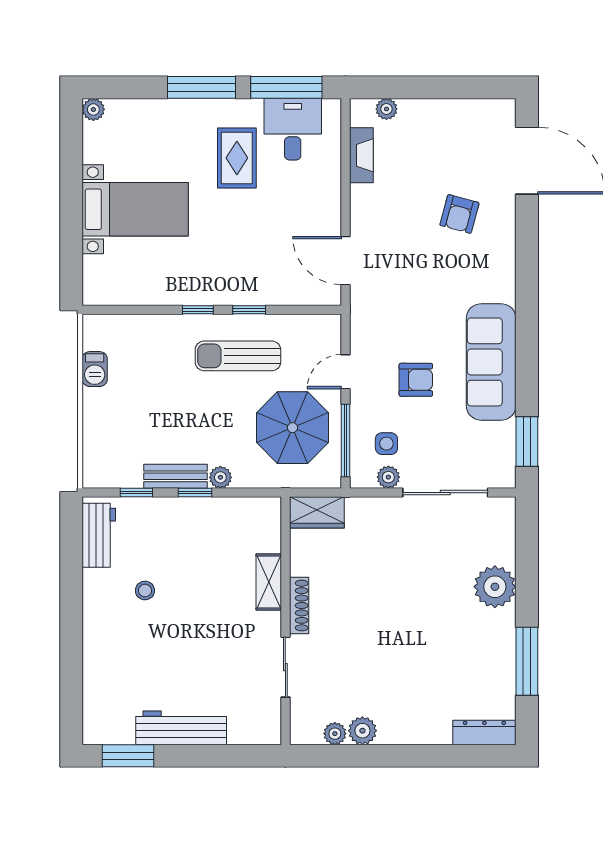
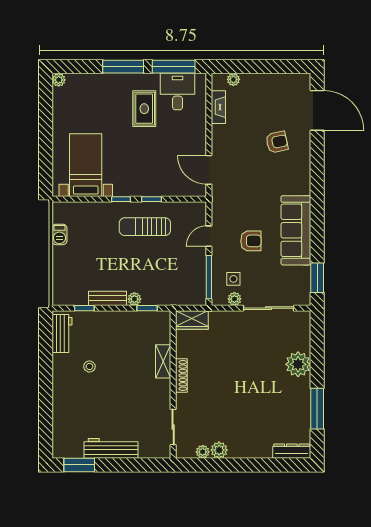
bed with nightstands: (135, 209) -> (86, 165), moved, turned -90
armchair: (459, 214) -> (277, 142), turned -117
parasol: (293, 428) -> (177, 269), removed
window: (195, 493) -> (147, 308), moved
sliding door: (285, 667) -> (173, 427), moved

